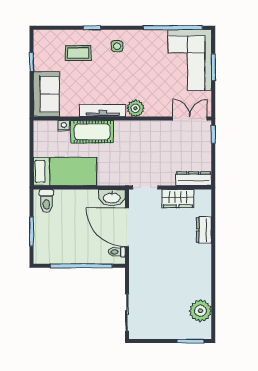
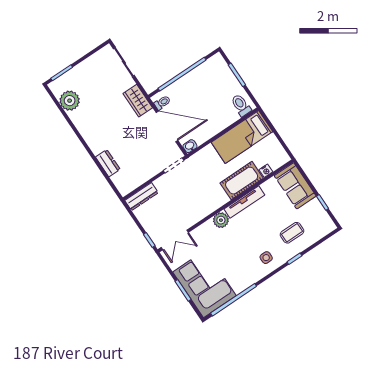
washbasin: (112, 198) -> (190, 146), width x0.52, depth x0.69
wardrobe: (178, 199) -> (138, 101), moved, turned -90

